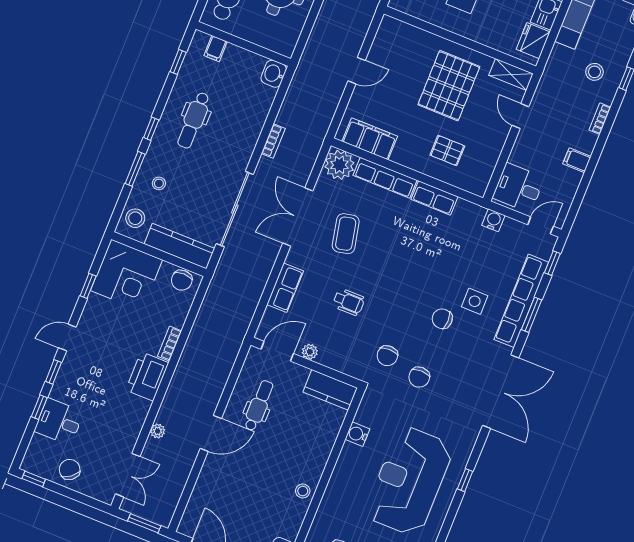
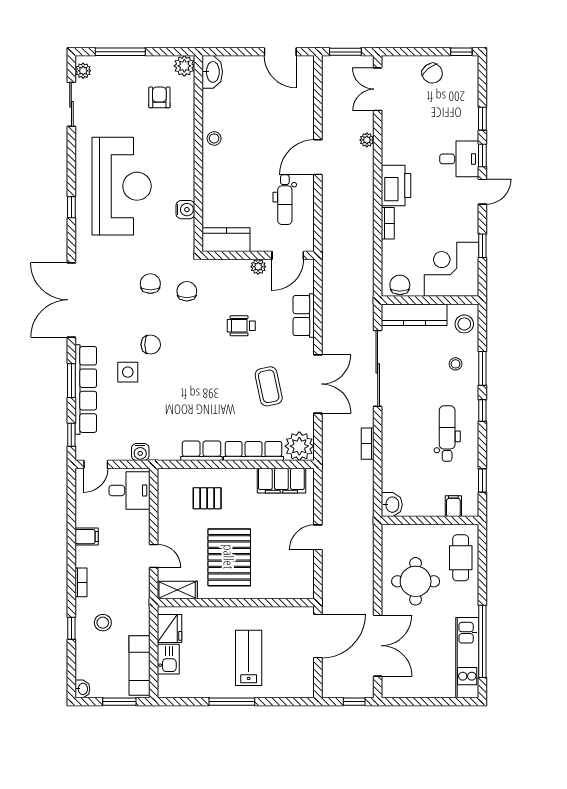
desk: (59, 422) -> (459, 159), moved

